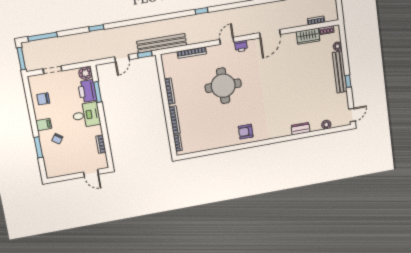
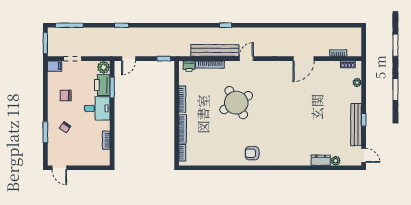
door: (270, 34) -> (304, 59), moved
wardrobe: (308, 36) -> (328, 67), removed
bench: (162, 43) -> (215, 50), moved
printer: (241, 46) -> (189, 66), moved
door: (122, 58) -> (129, 59), moved
bench: (340, 72) -> (356, 125), moved
round table: (223, 86) -> (236, 103), turned -30
chair: (43, 99) -> (66, 96), moved
door: (352, 115) -> (364, 155), hinge flipped
filing cabinet: (44, 125) -> (55, 66), moved
dresser: (301, 129) -> (321, 160), moved
door: (91, 173) -> (59, 168), moved

